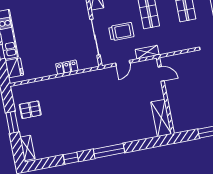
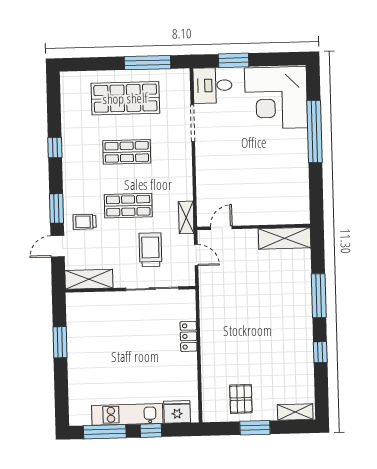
door: (161, 74) -> (221, 228), moved
wall: (165, 96) -> (254, 227), moved
shelving: (161, 118) -> (285, 238), moved

